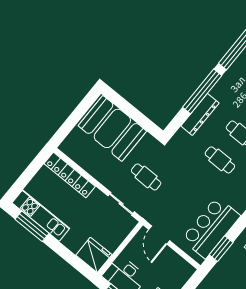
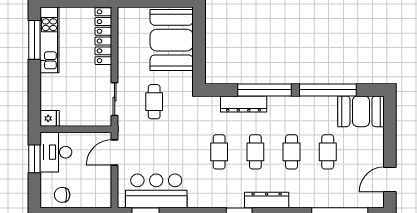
fridge: (94, 255) -> (50, 118), width x0.53, depth x0.75

